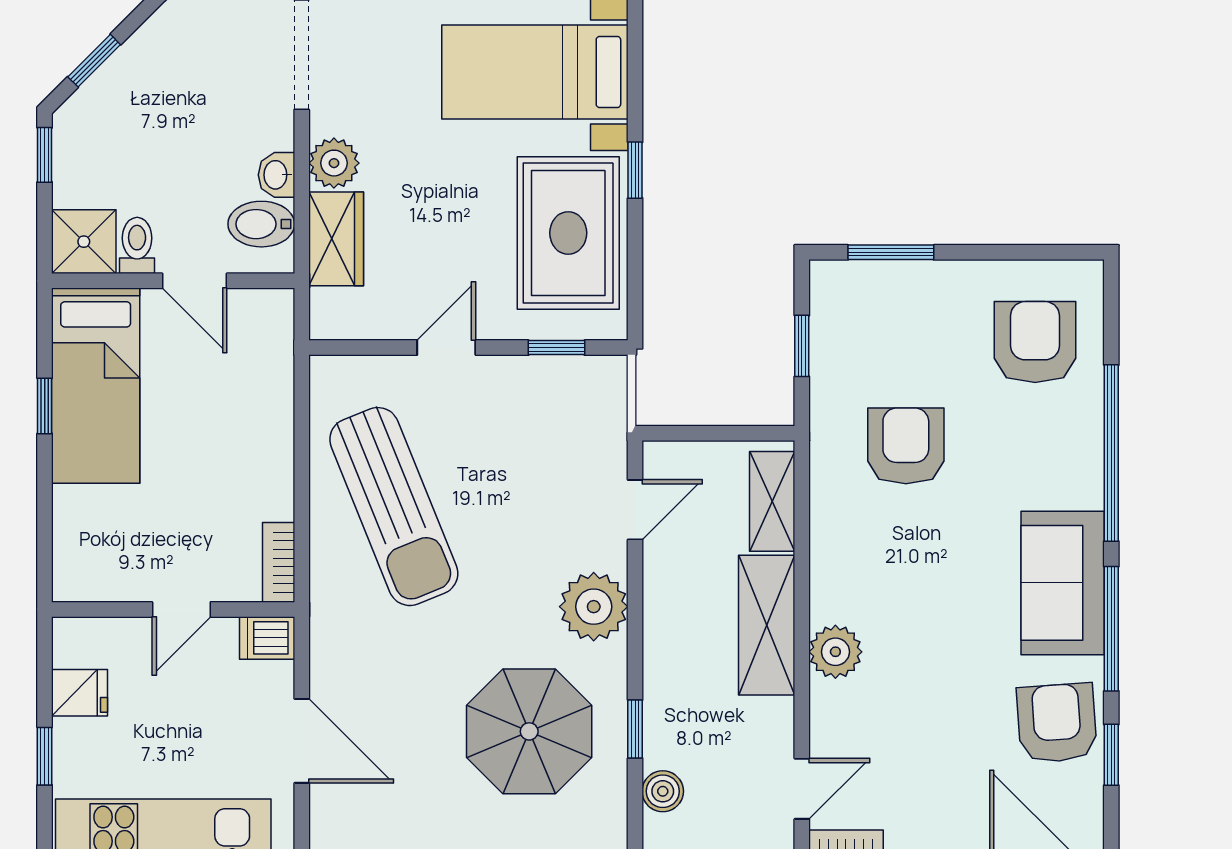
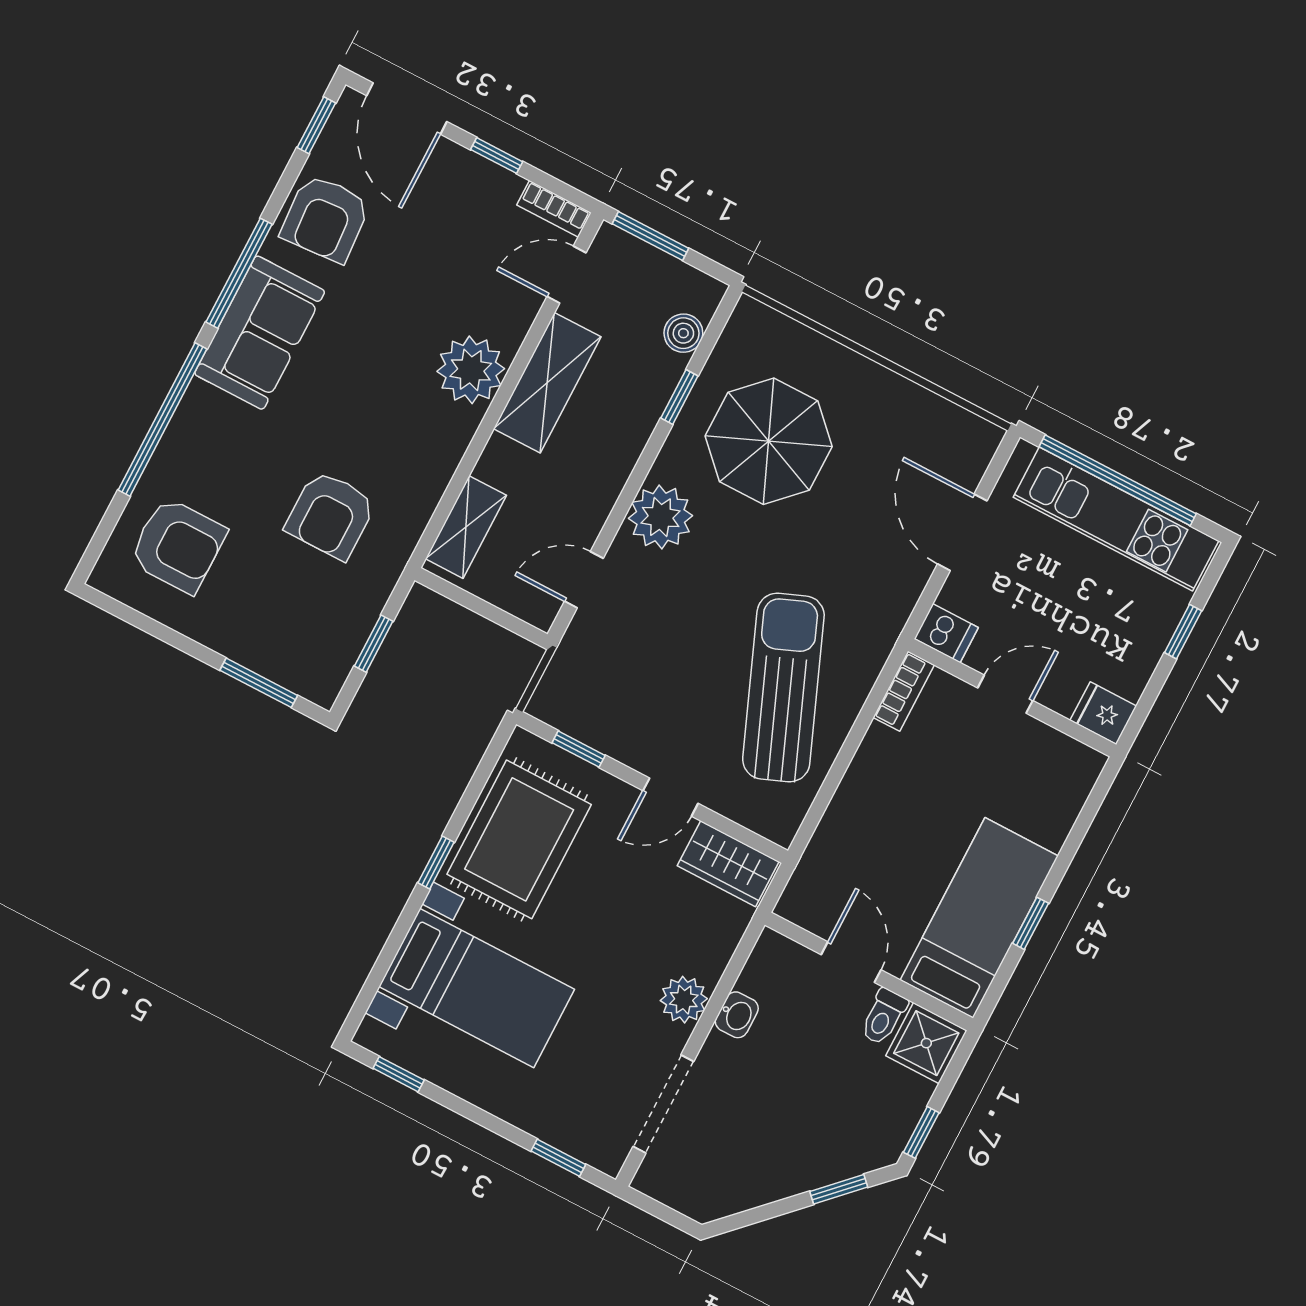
bidet: (261, 224) -> (771, 980), removed
wardrobe: (336, 239) -> (728, 864), moved, turned -90
armchair: (1035, 342) -> (178, 545), turned -90
shelving: (767, 625) -> (547, 383), moved
plant: (835, 652) -> (471, 370), width x1.36, depth x1.36
fridge: (80, 693) -> (1103, 713), moved
window: (1111, 755) -> (316, 125), moved

